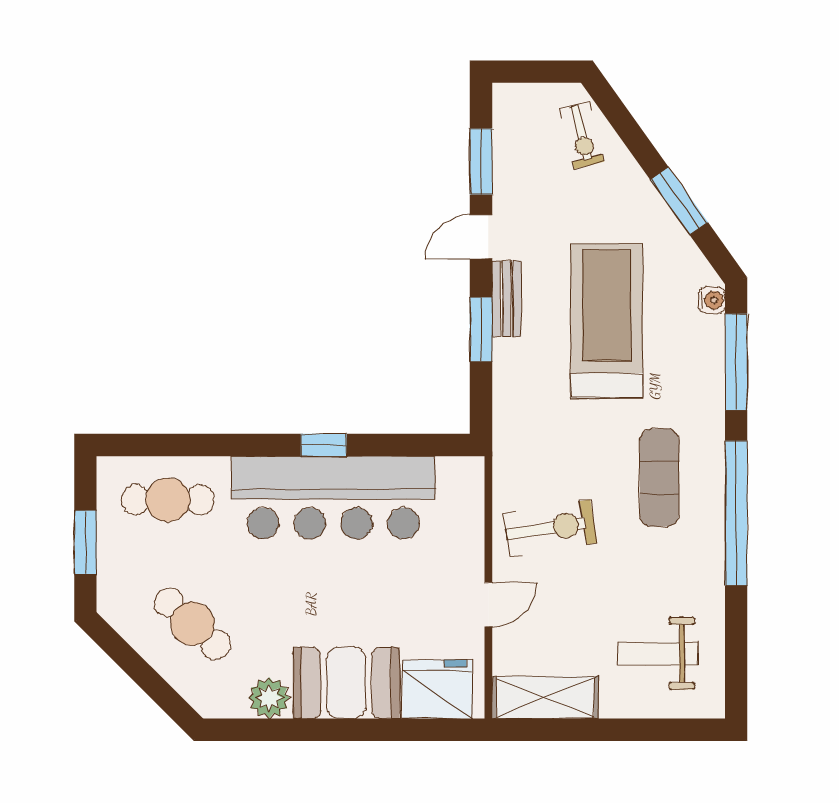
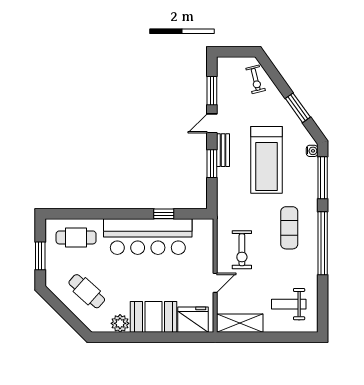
treadmill: (607, 321) -> (266, 160), turned 180
window: (324, 445) -> (164, 214), moved
exercise bike: (550, 528) -> (242, 250), turned 99

